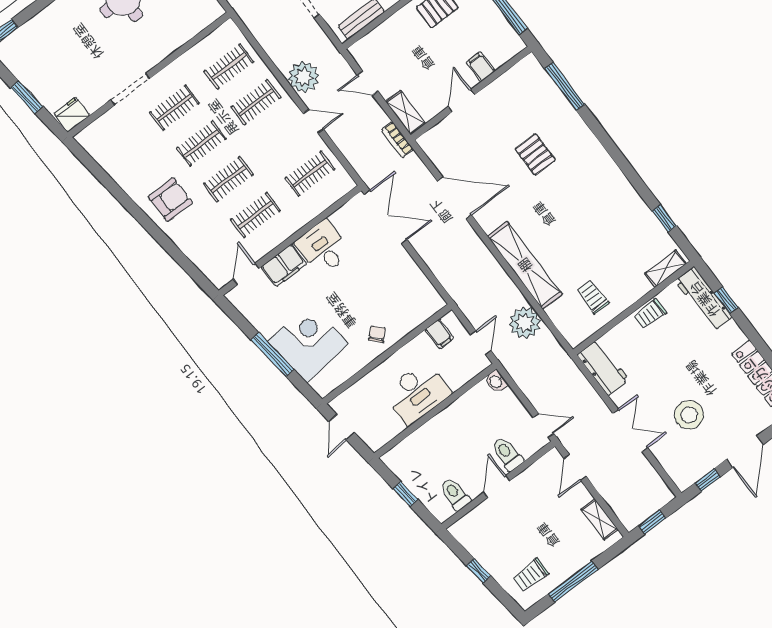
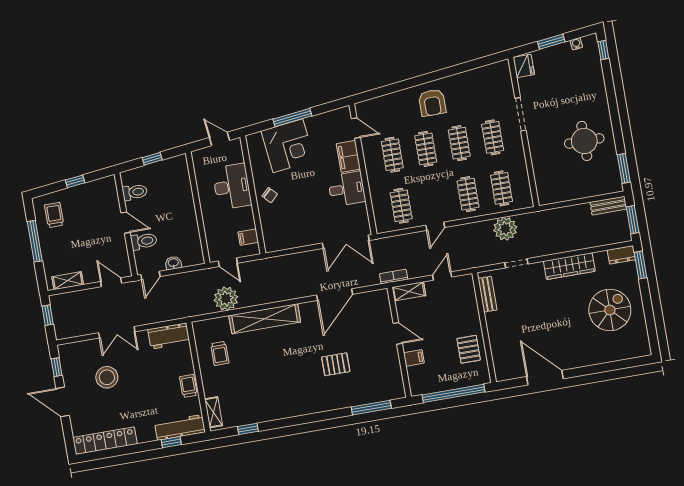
water cooler: (14, 66) -> (576, 44), added
plant: (304, 77) -> (505, 229), moved
trolley: (593, 297) -> (220, 353), turned 90
washbasin: (496, 381) -> (173, 263), moved
desk: (417, 393) -> (232, 187), moved, turned 180

